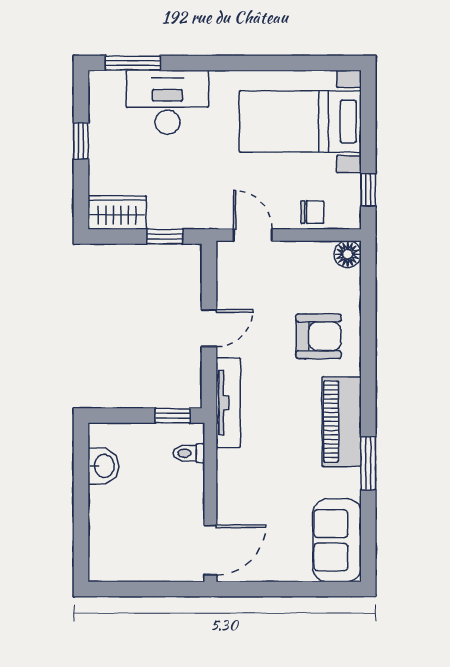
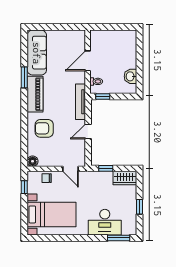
sofa: (337, 540) -> (37, 53), width x1.36
door: (210, 550) -> (88, 61), moved

